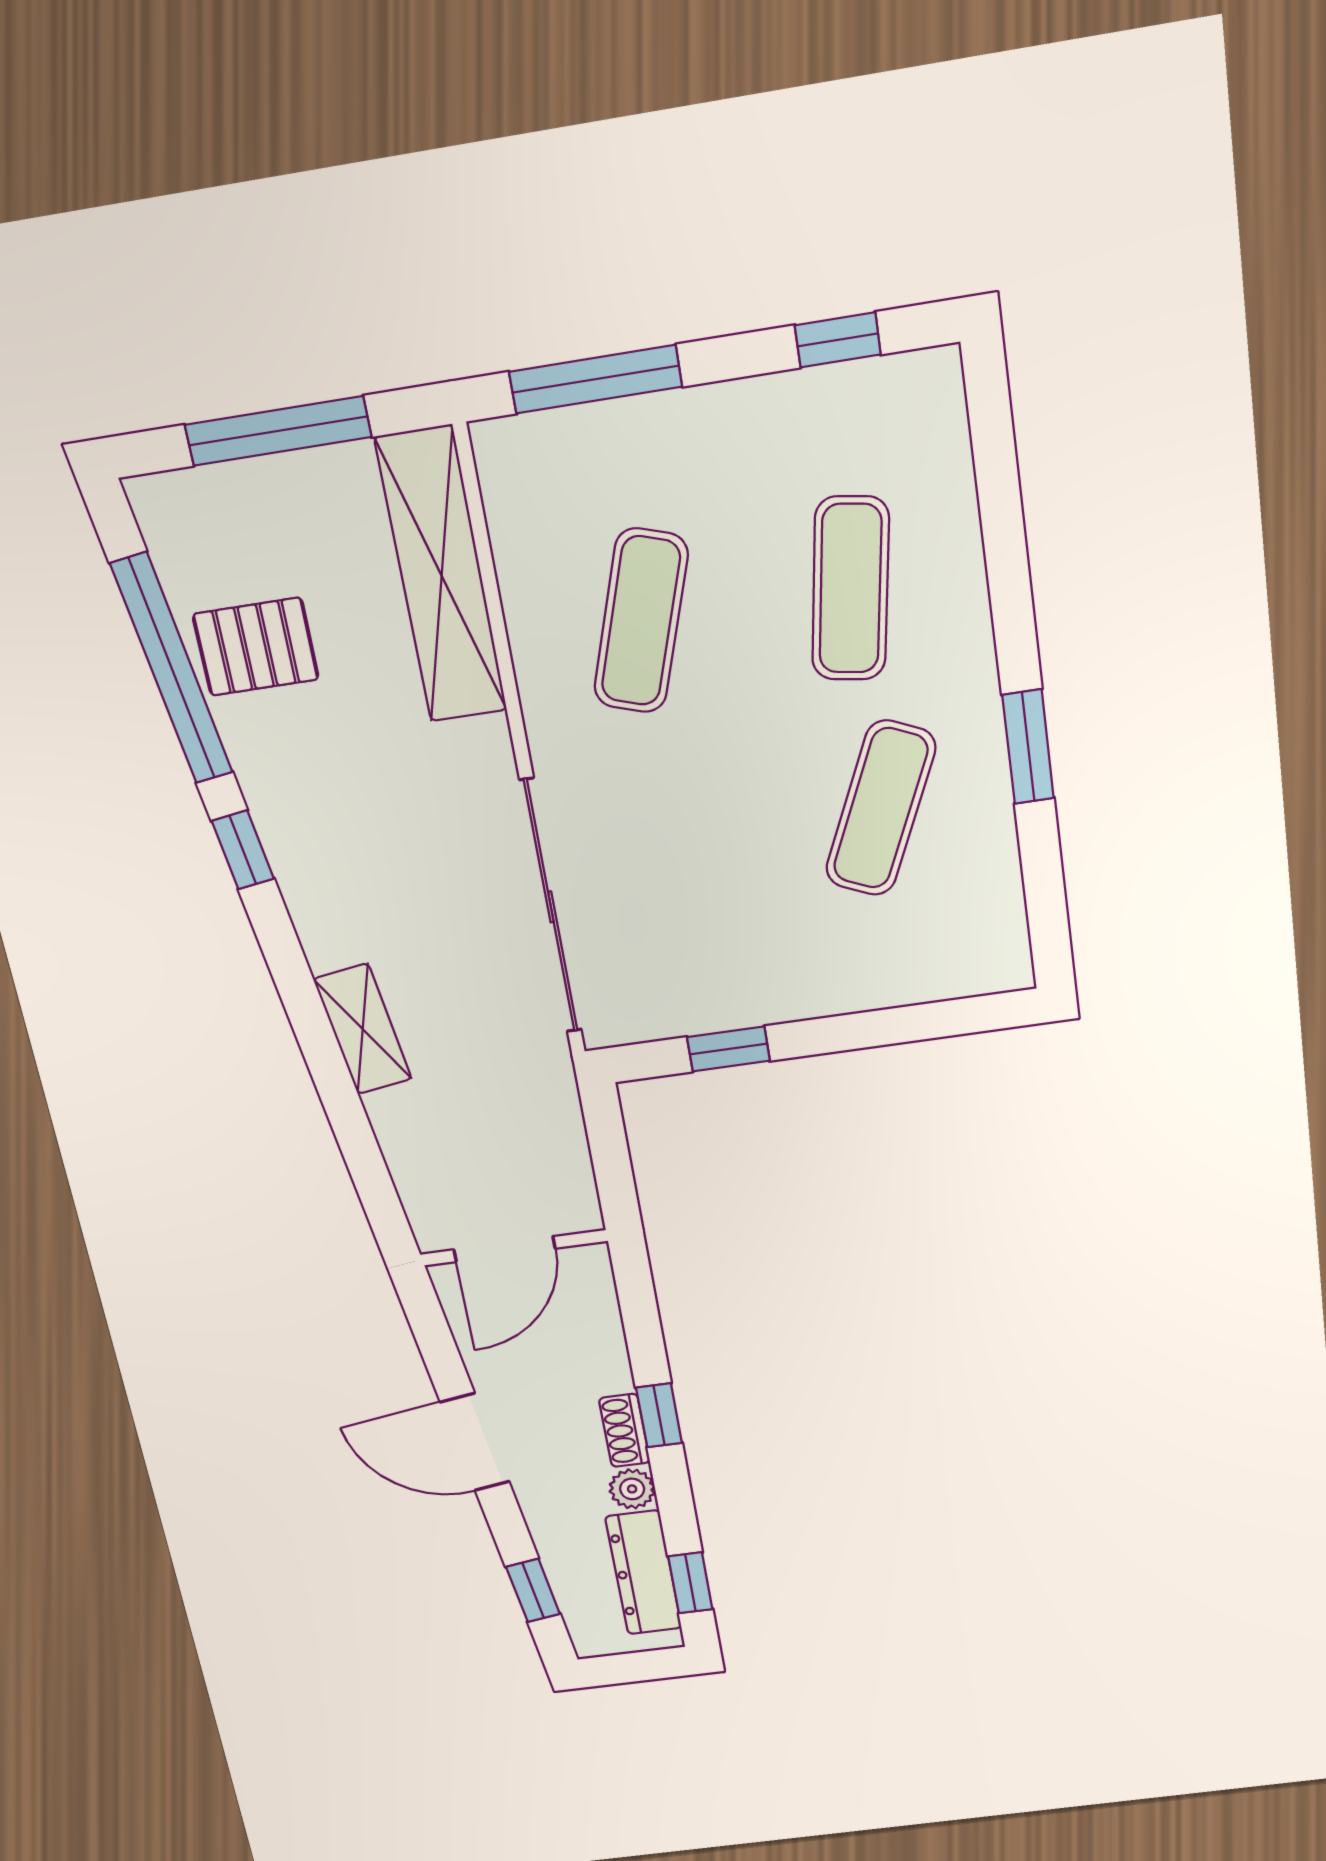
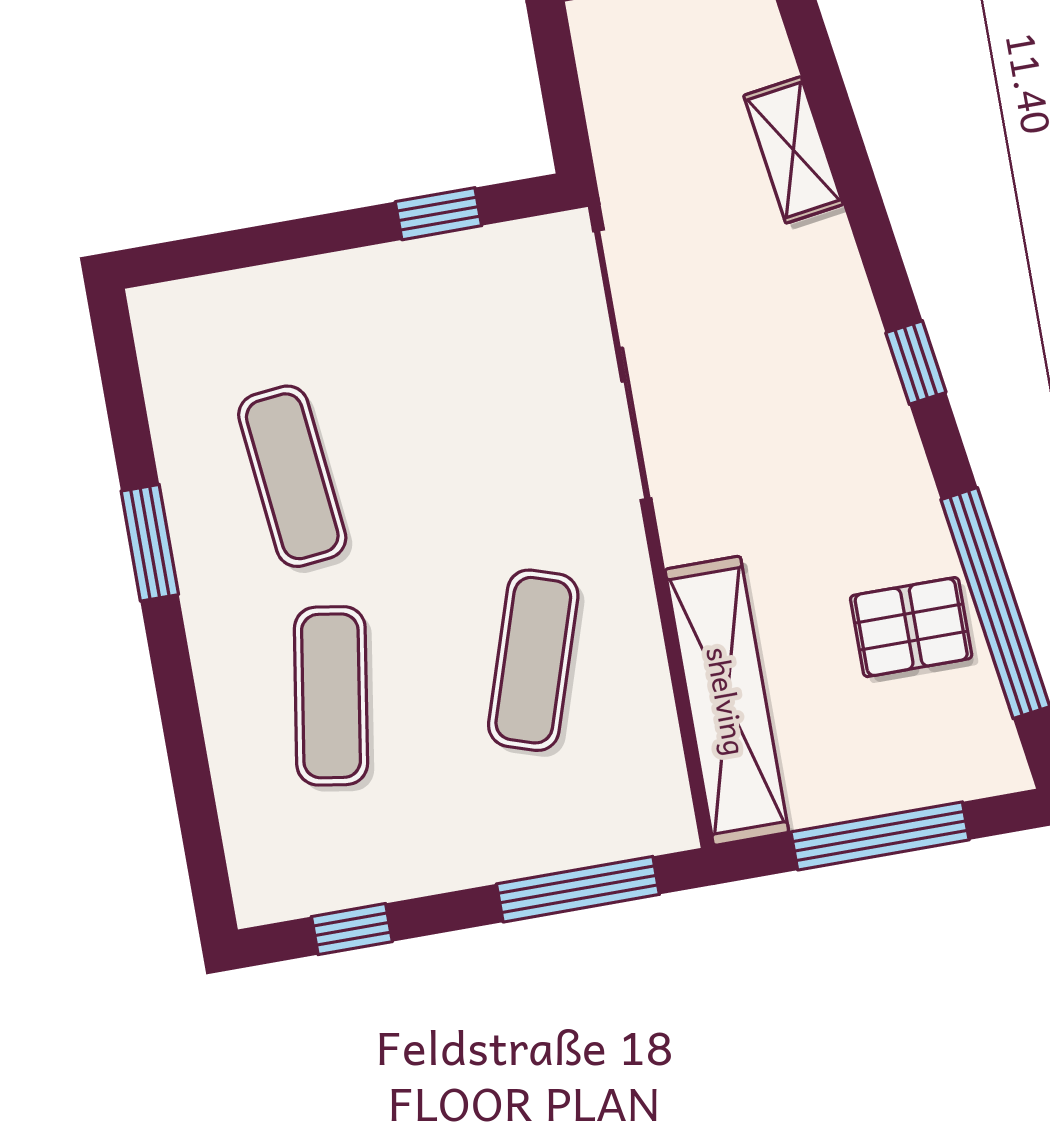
exercise mat: (881, 808) -> (292, 476), turned -30
window: (243, 850) -> (916, 363), moved
shelving: (363, 1029) -> (793, 150), moved

